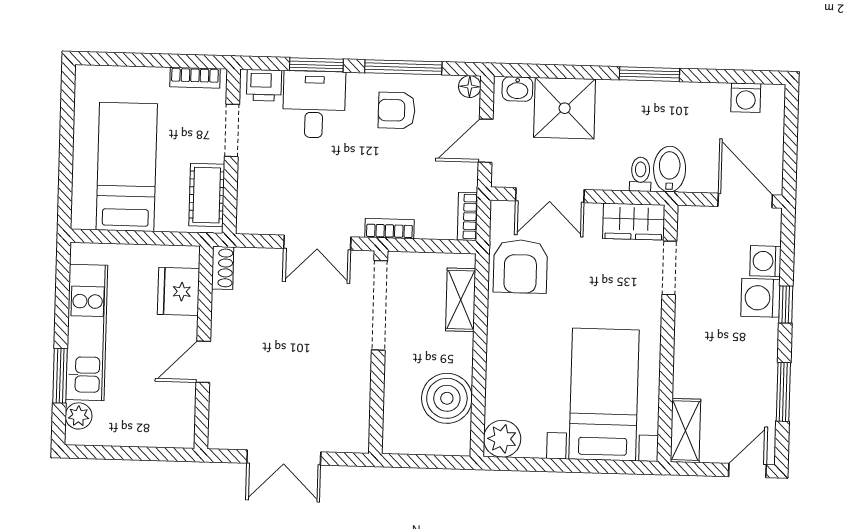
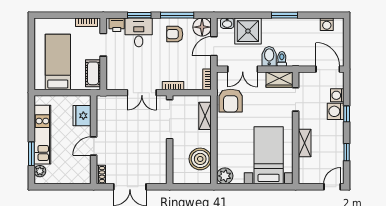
floor lamp: (470, 87) -> (202, 27), width x1.89, depth x1.89
bidet: (670, 169) -> (269, 56), moved
shoe rack: (223, 268) -> (101, 175), moved
window: (783, 392) -> (347, 152), width x0.67
shelving: (686, 431) -> (305, 143), moved

